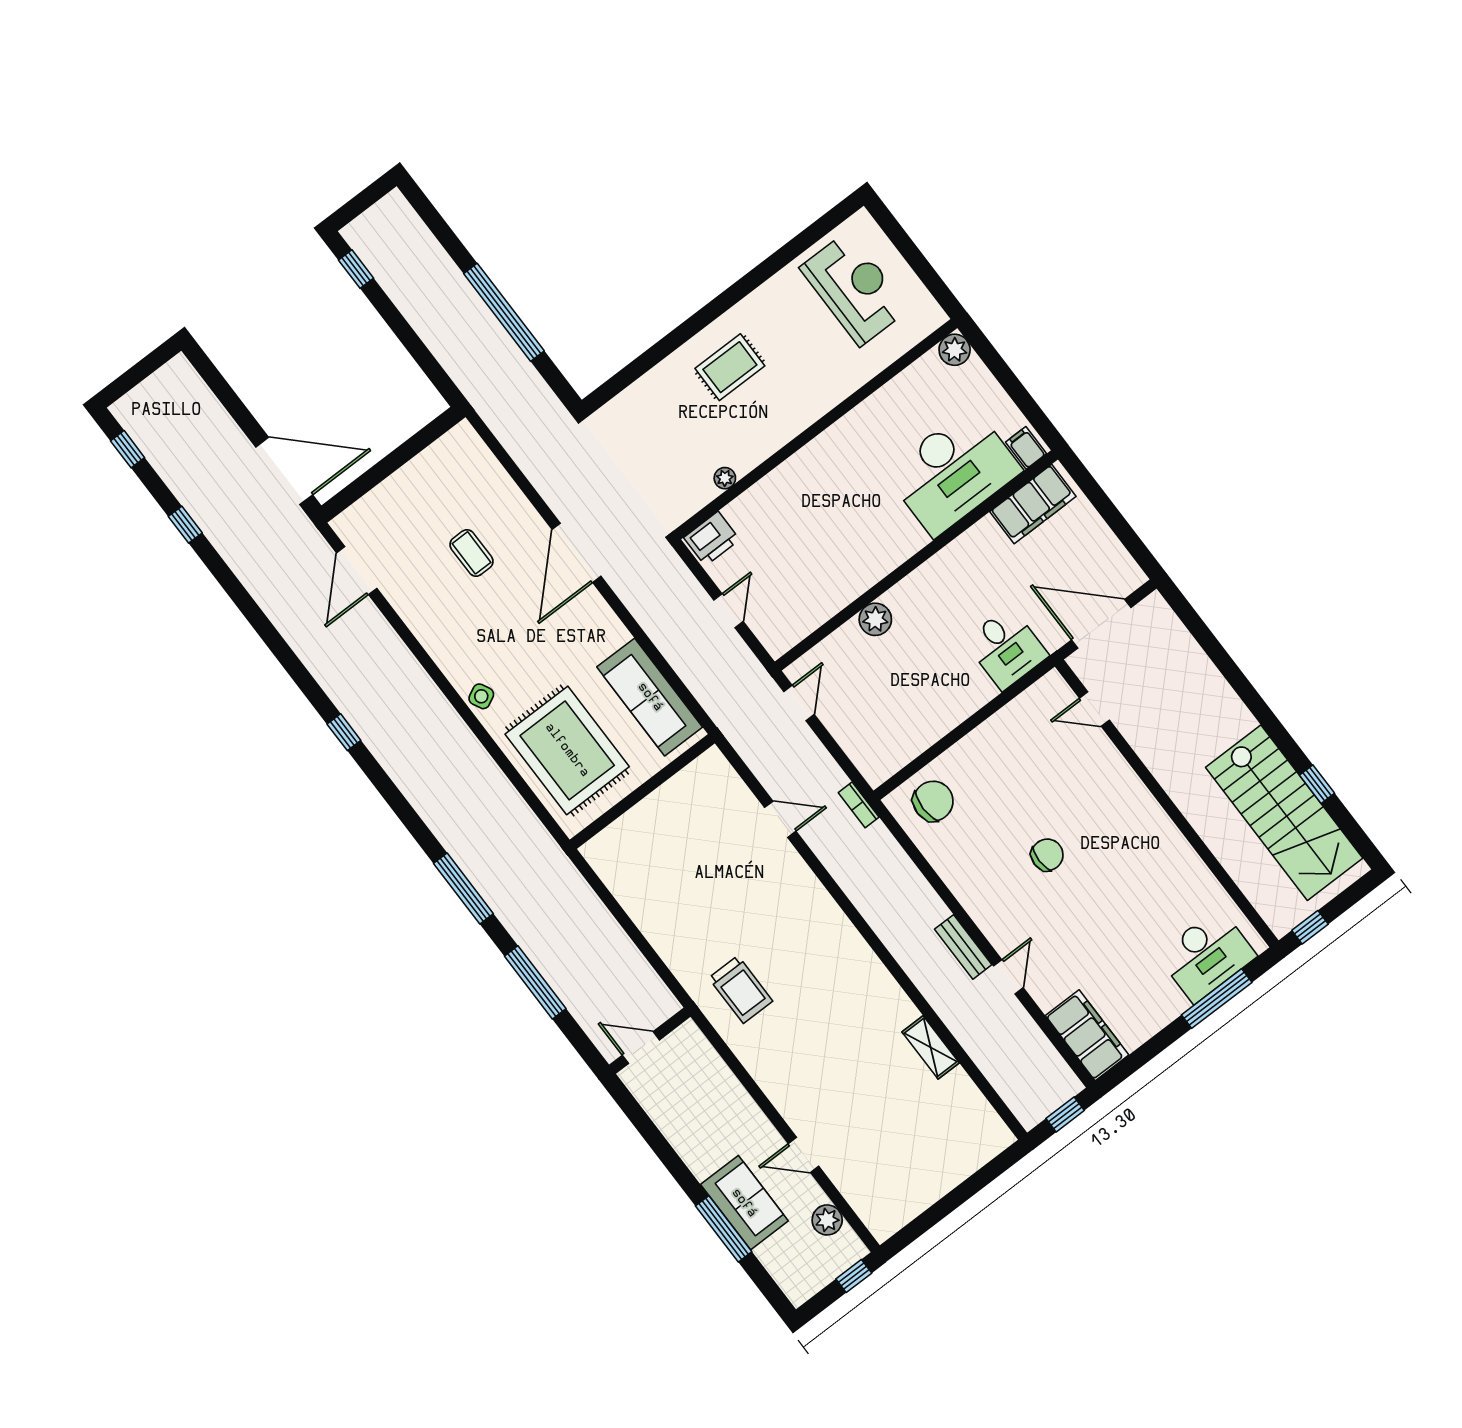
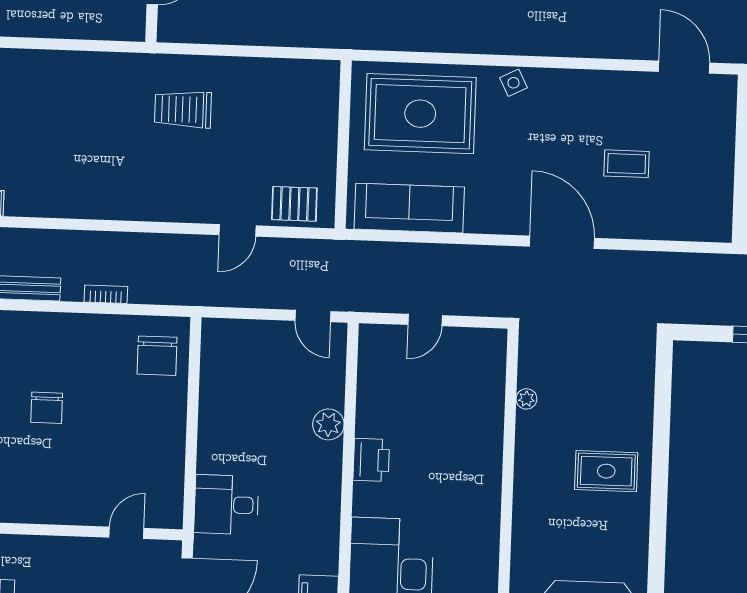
rug: (730, 367) -> (606, 471), turned 90
printer: (712, 539) -> (371, 460), moved, turned 180
door: (729, 611) -> (425, 320), hinge flipped
pallet: (722, 791) -> (294, 204), added
bookcase: (859, 805) -> (106, 294), moved
trolley: (741, 989) -> (183, 109), moved

